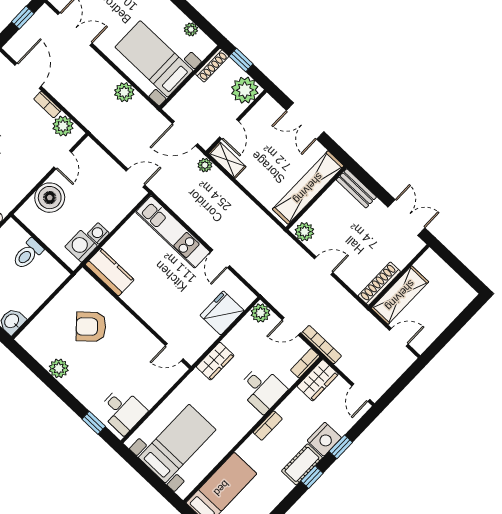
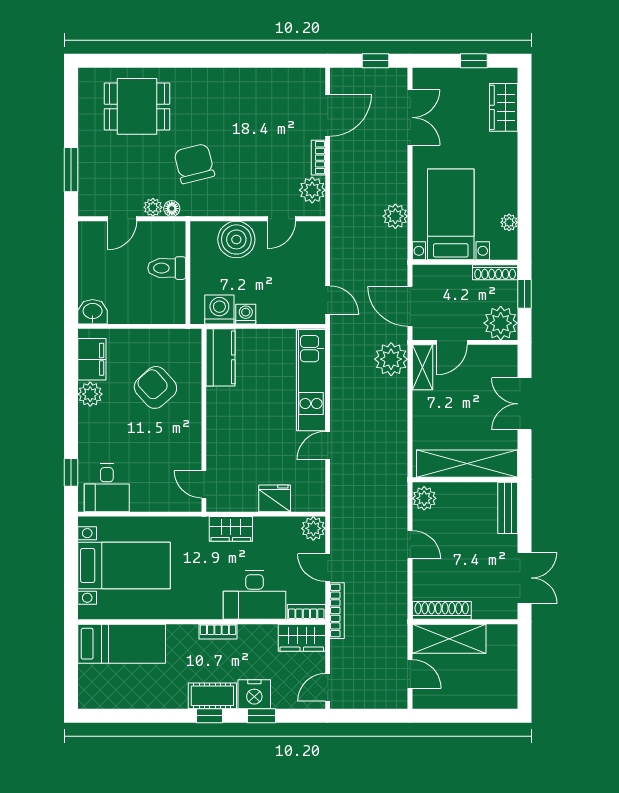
plant: (205, 165) -> (391, 359), width x1.87, depth x1.87
fridge: (222, 313) -> (275, 498), width x0.73, depth x0.75
filing cabinet: (39, 348) -> (92, 359), added
desk: (262, 389) -> (255, 595), width x1.37

